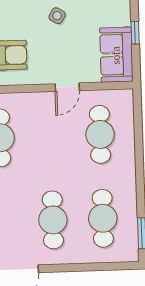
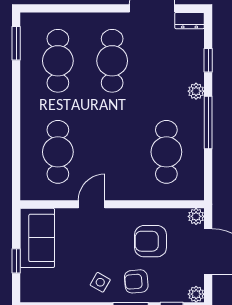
armchair: (24, 18) -> (136, 281), added

